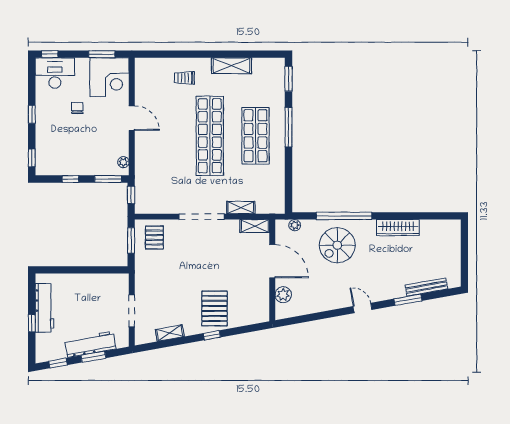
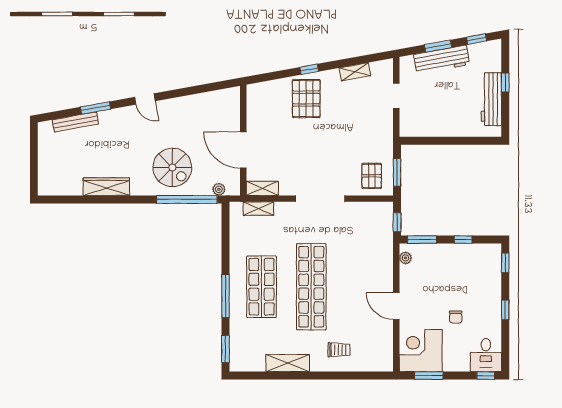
desk: (55, 73) -> (486, 355), width x0.73
shelving: (241, 207) -> (258, 209), moved
window: (344, 216) -> (187, 199), moved
spiral stairs: (337, 245) -> (172, 167), turned 90
plant: (283, 295) -> (231, 114), removed
doorway: (132, 311) -> (396, 96), width x0.73

